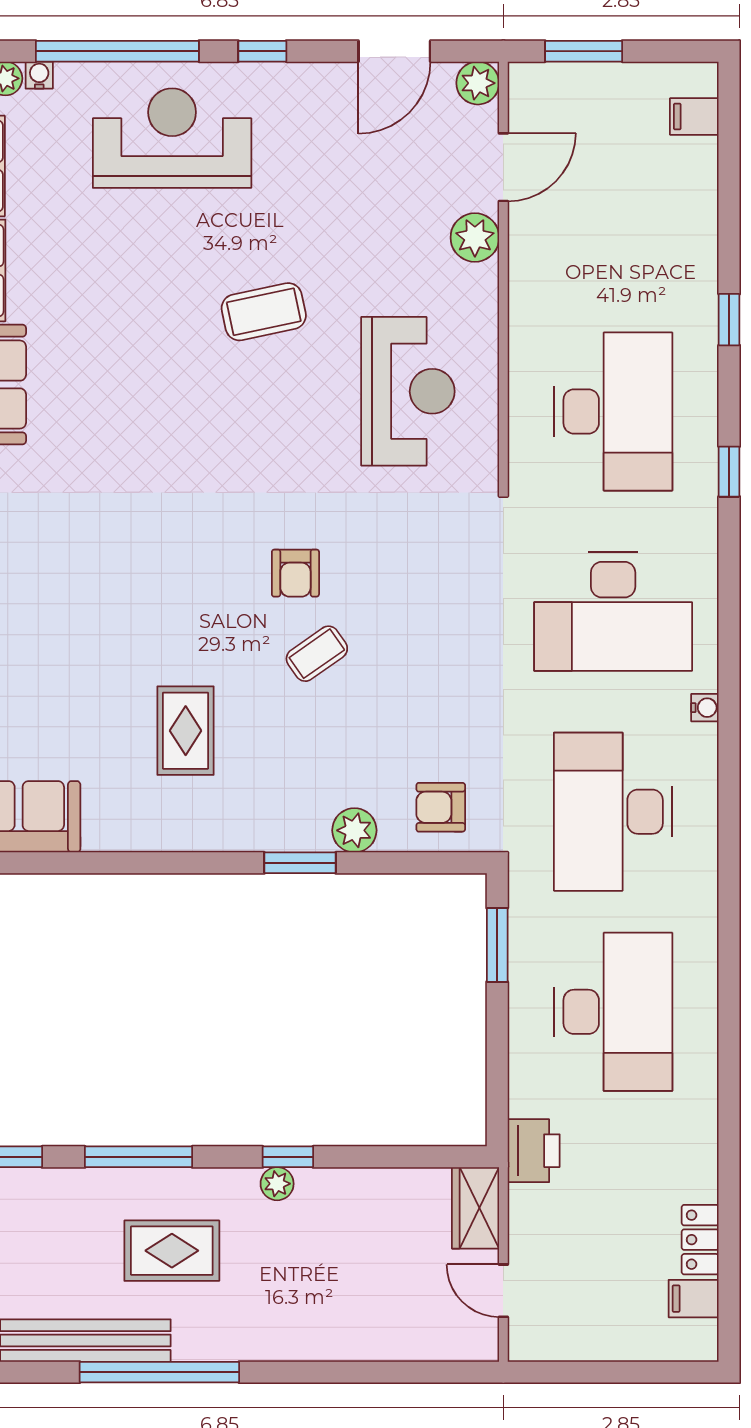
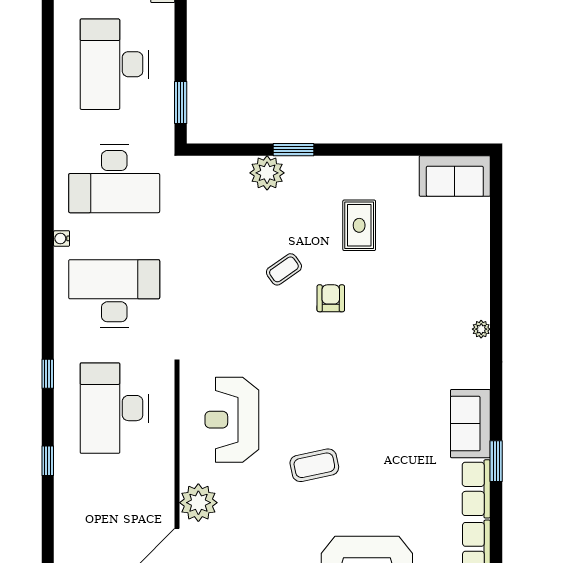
plant: (475, 238) -> (198, 503), width x1.36, depth x1.36
armchair: (295, 573) -> (331, 298), moved
armchair: (441, 807) -> (213, 181), removed
desk: (613, 812) -> (114, 179), turned 90
plant: (354, 830) -> (267, 173), width x1.36, depth x1.36

